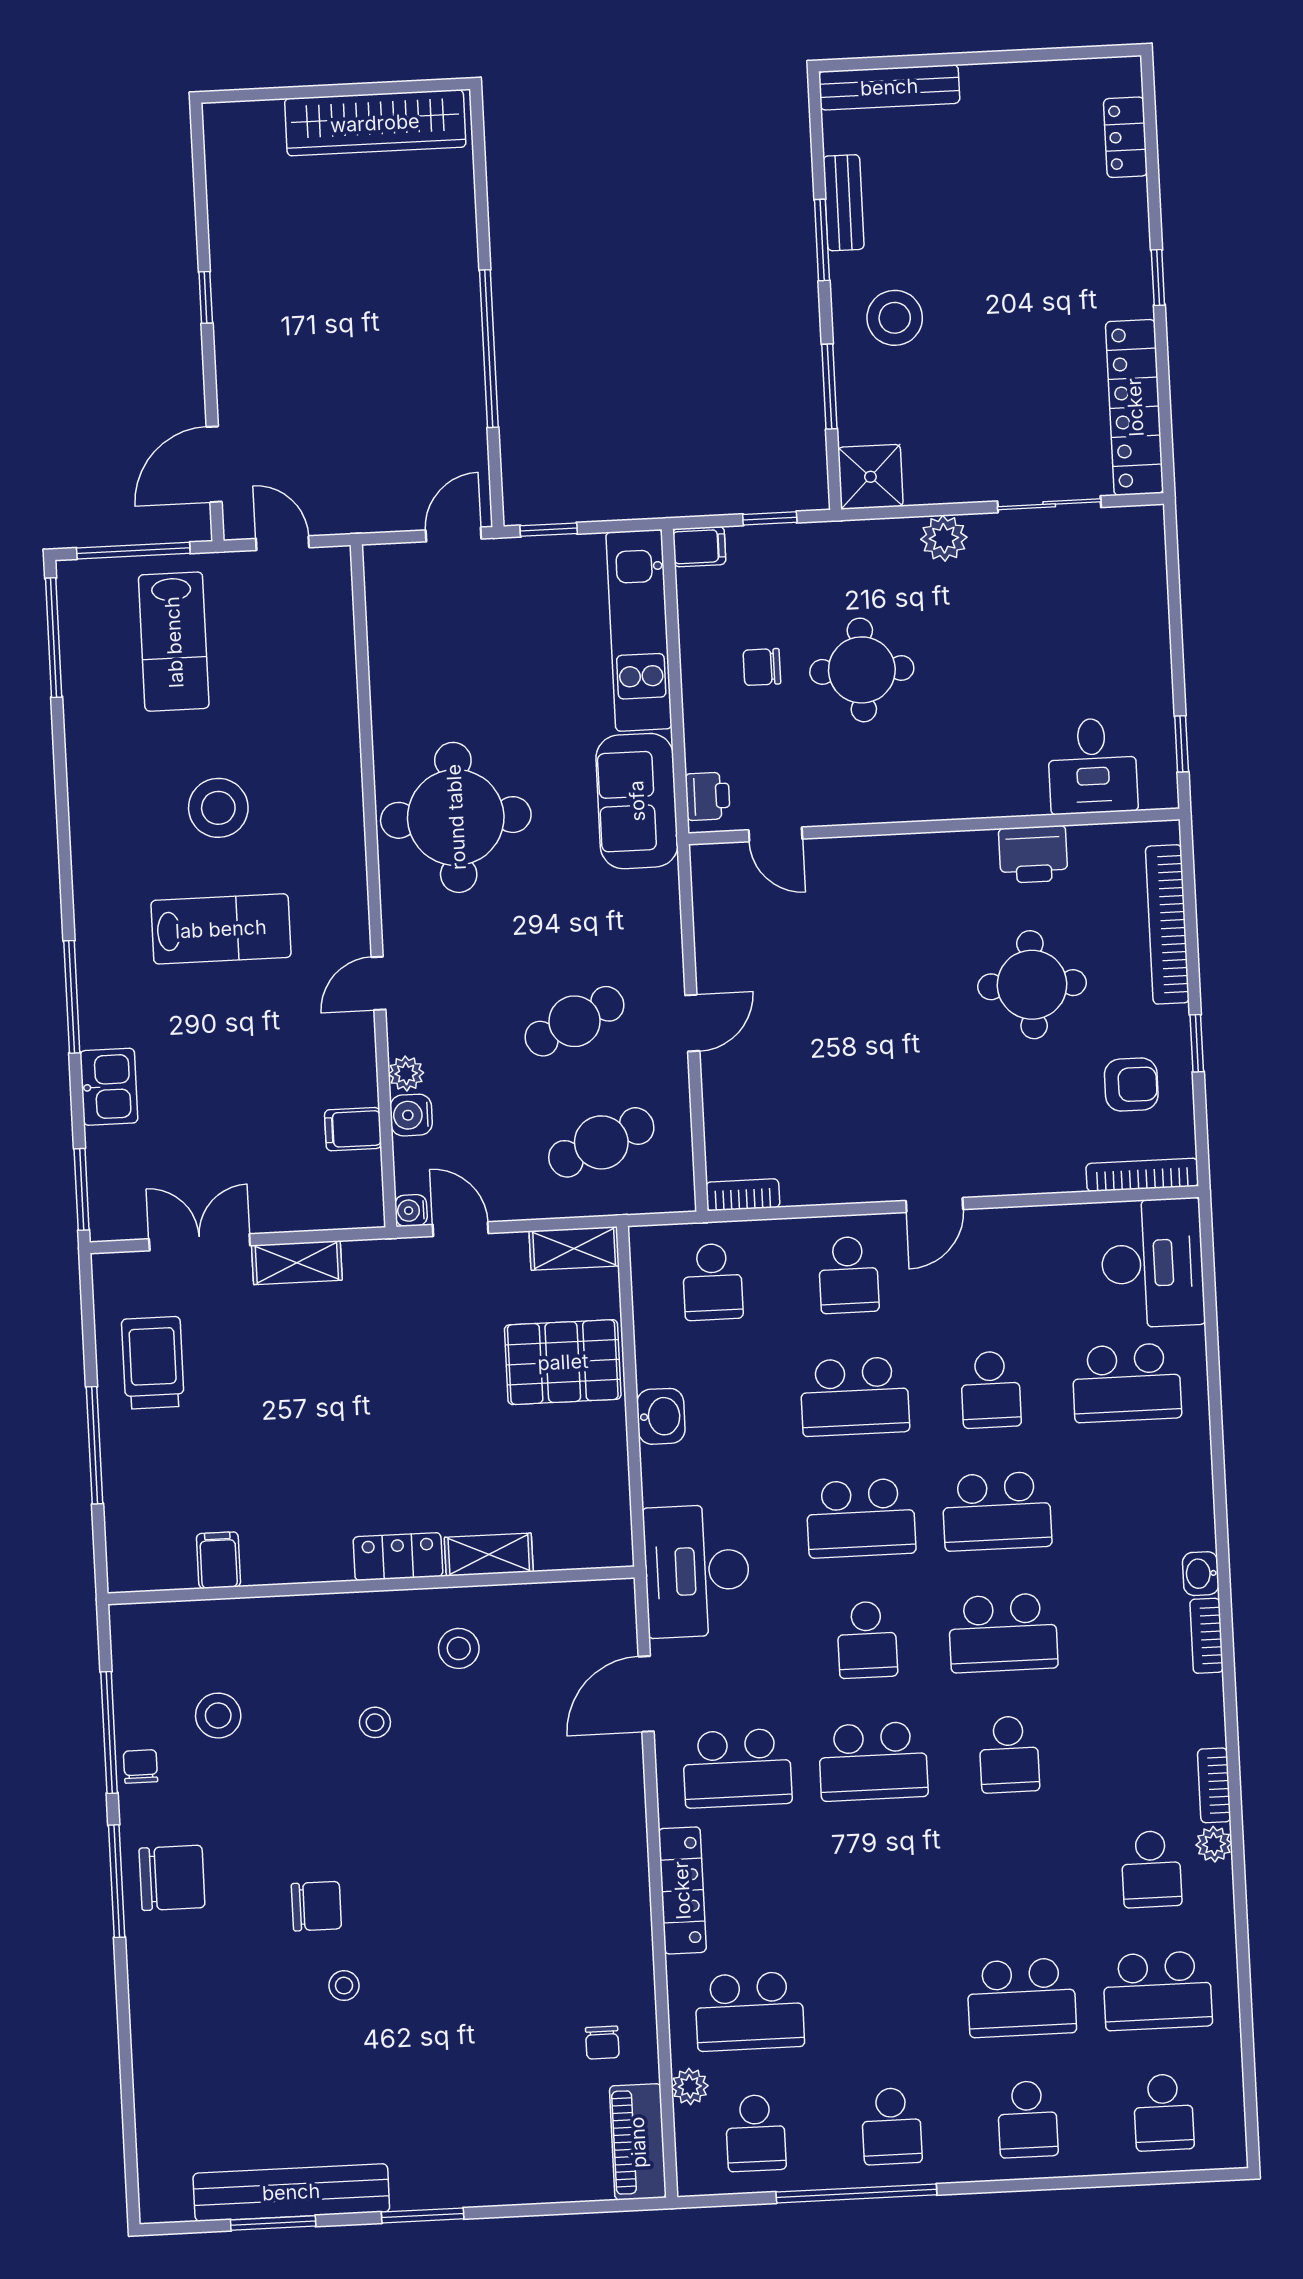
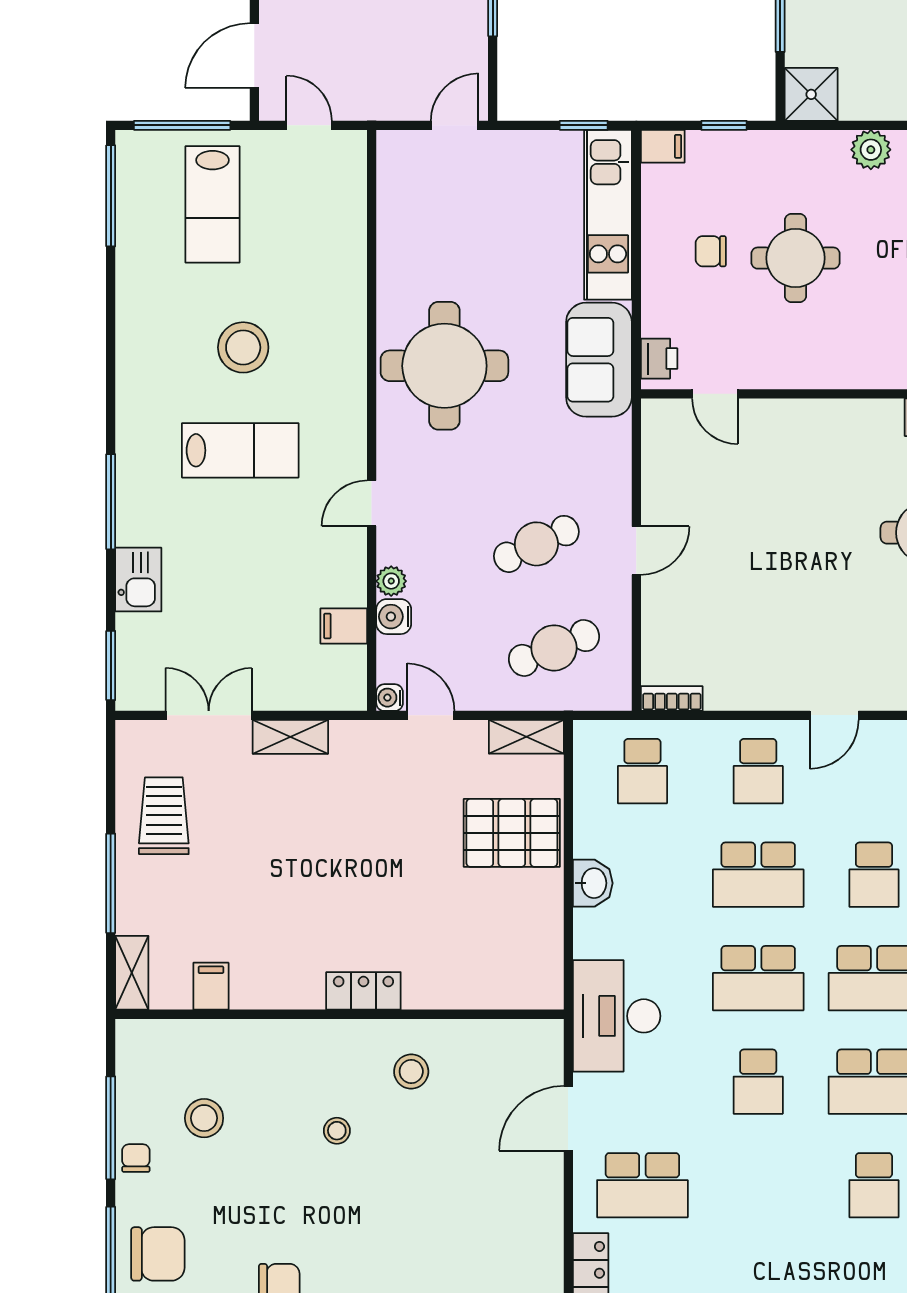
window: (549, 530) -> (584, 125), moved
shelving: (489, 1555) -> (132, 973), moved, turned 90
school desk: (873, 1761) -> (758, 1185), removed

